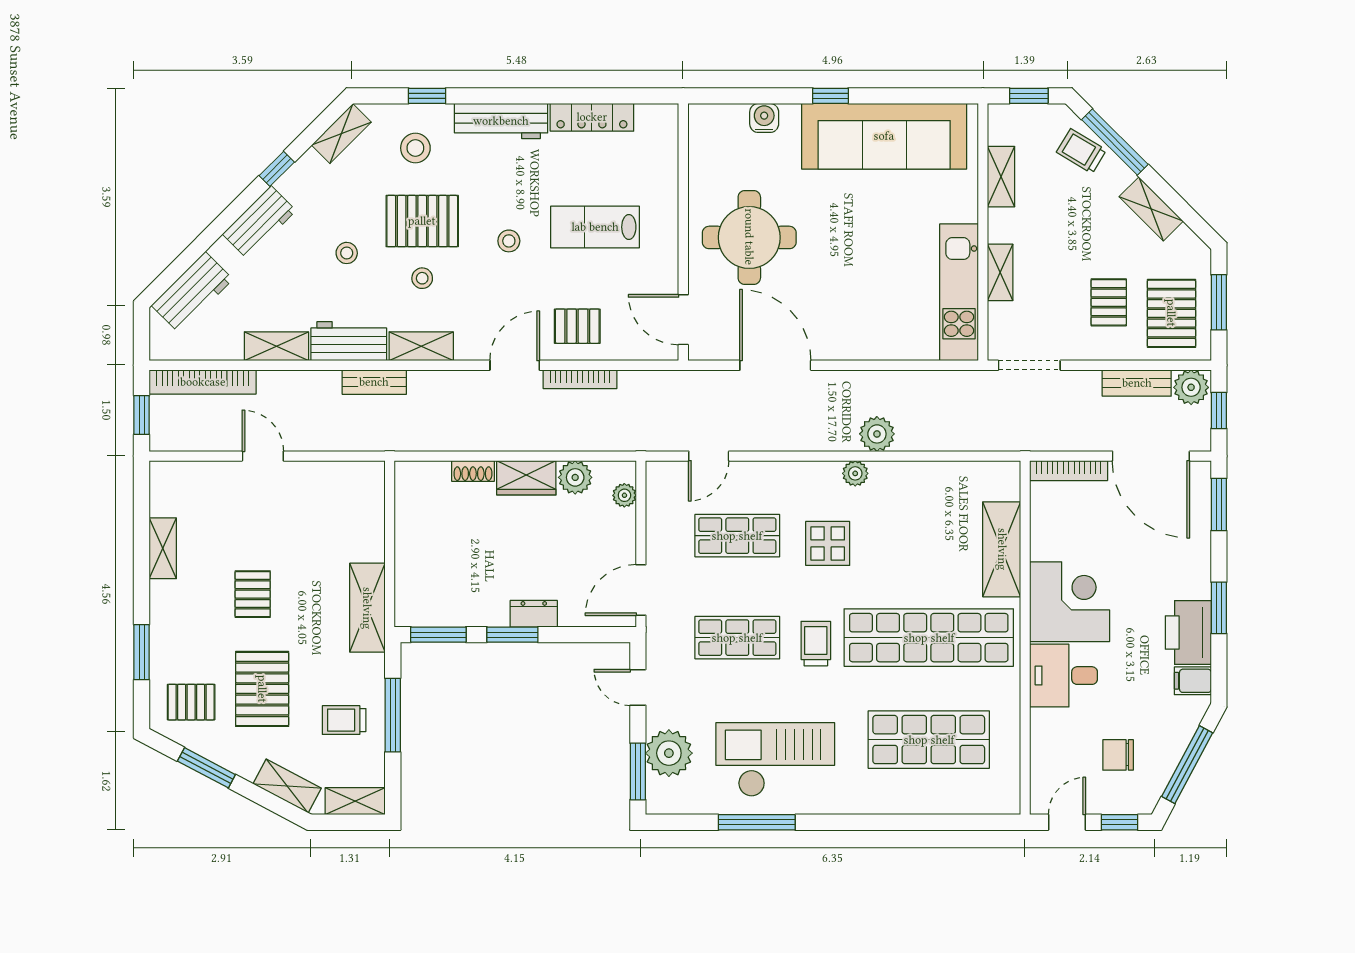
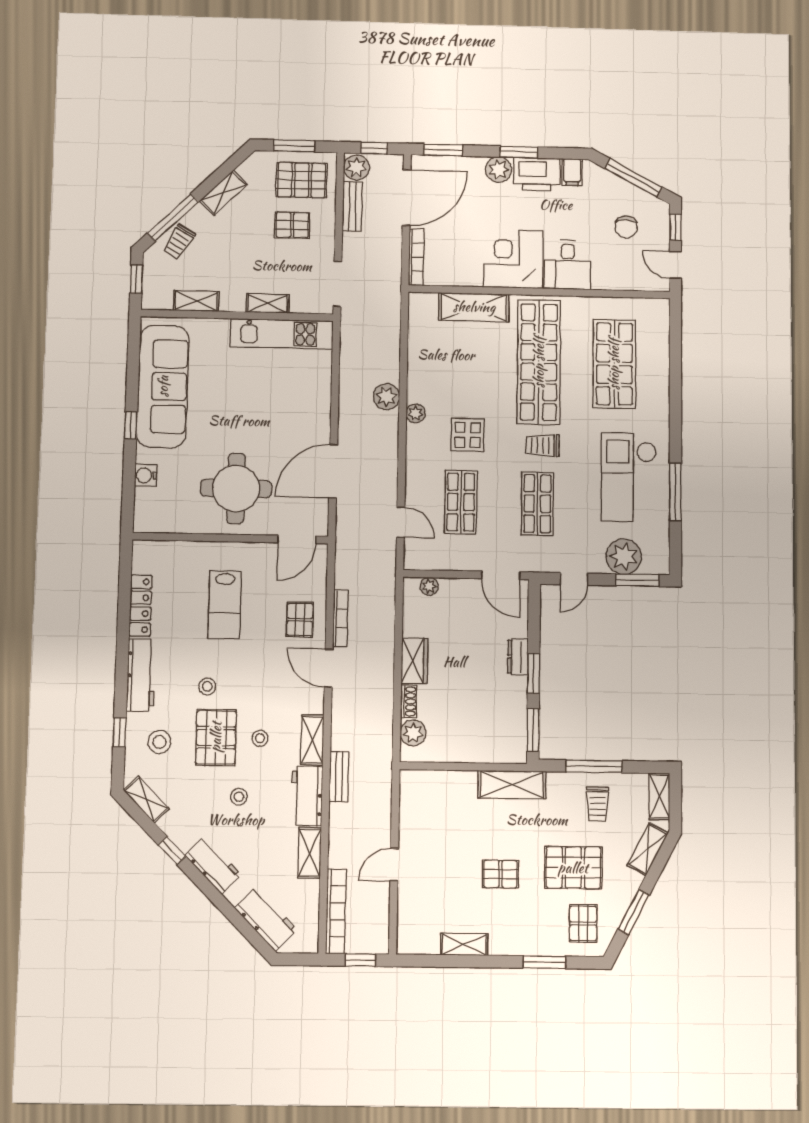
stool: (509, 241) -> (207, 686), moved
plant: (575, 477) -> (413, 733), moved
plant: (1194, 580) -> (499, 170), added

